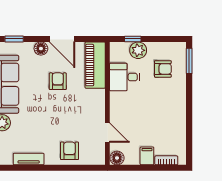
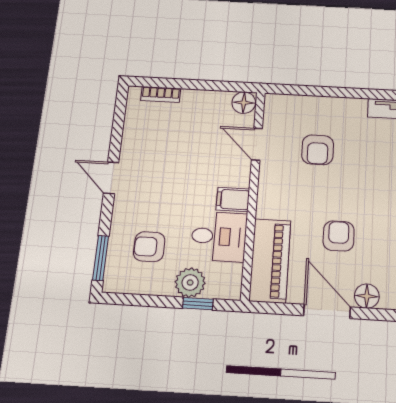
armchair: (58, 81) -> (339, 236), turned 180
door: (189, 107) -> (111, 178), added
armchair: (69, 151) -> (318, 150), moved
filing cabinet: (147, 156) -> (233, 199), moved, turned 90

